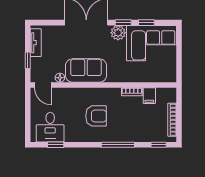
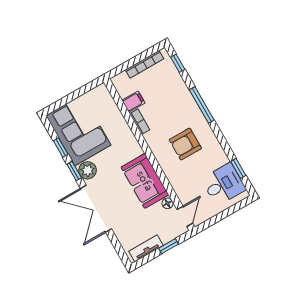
armchair: (96, 116) -> (185, 144), turned -90

